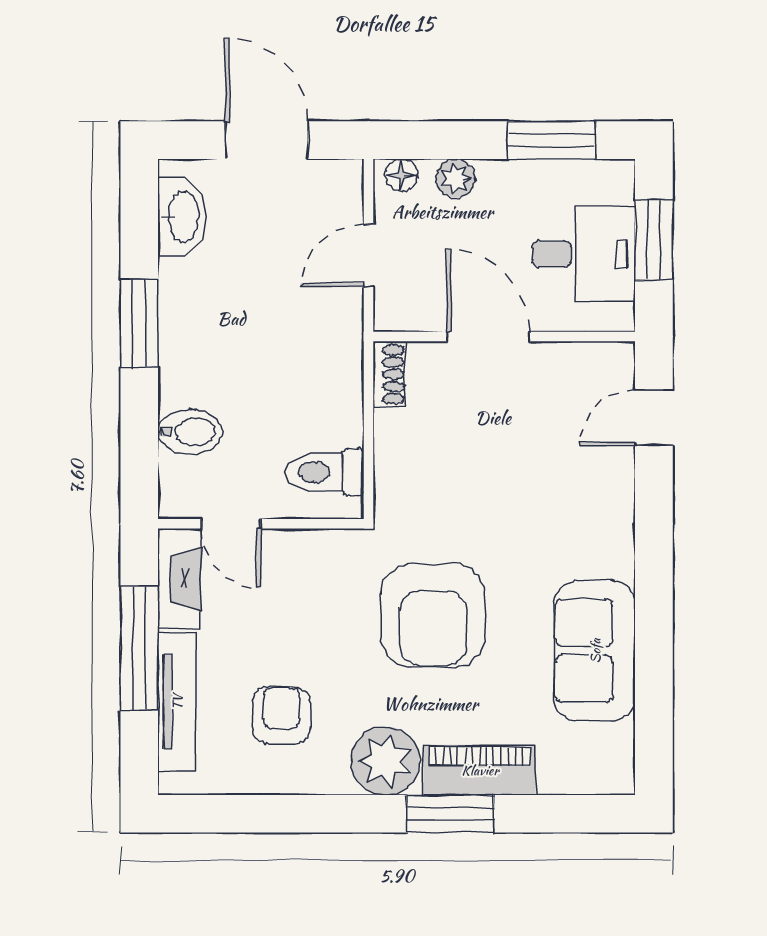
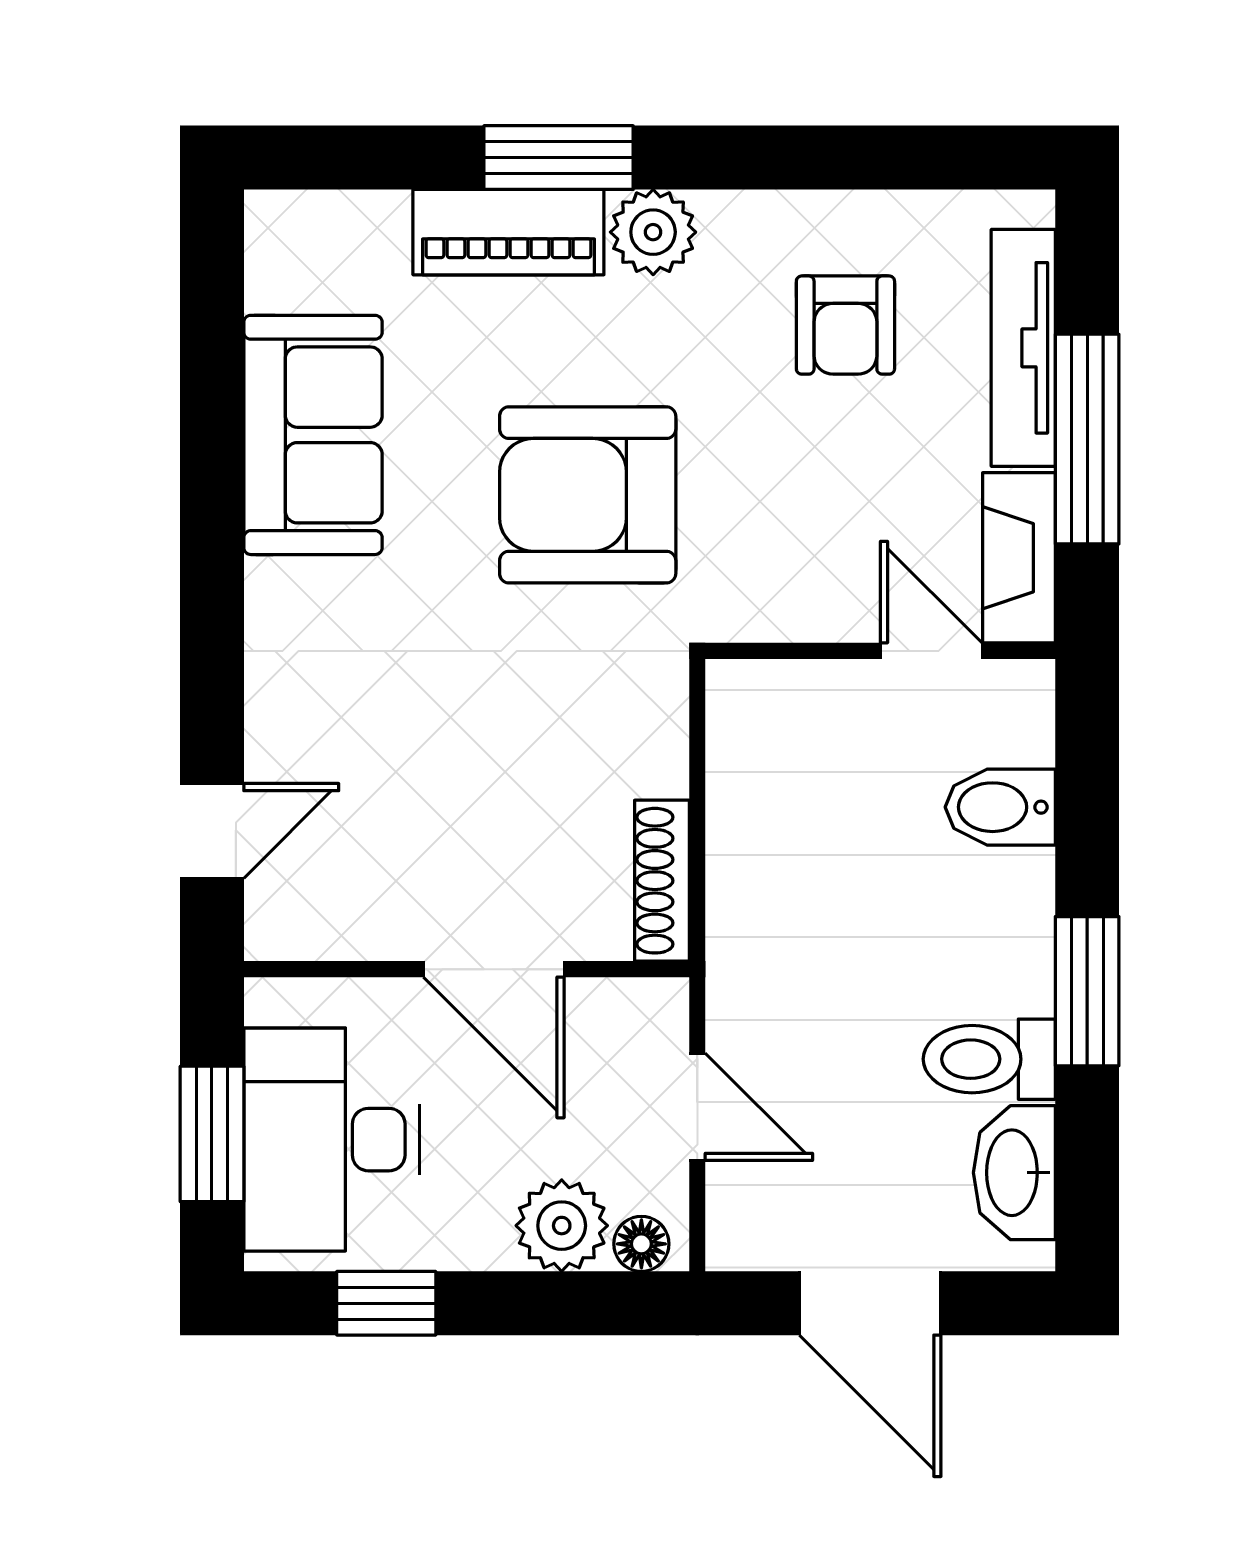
window: (551, 140) -> (386, 1303), width x0.67
plant: (456, 178) -> (562, 1226), width x1.38, depth x1.38
desk: (584, 254) -> (331, 1140), width x1.37
door: (369, 256) -> (697, 1107), hinge flipped
shoe rack: (389, 374) -> (662, 881), width x1.43
toilet: (325, 472) -> (989, 1059), moved, turned 180
armchair: (433, 615) -> (588, 495), turned -90
plant: (385, 761) -> (653, 232), width x0.73, depth x0.73

